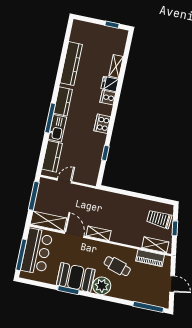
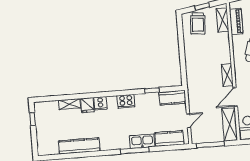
kitchen counter: (63, 101) -> (172, 98), moved, turned 180
door: (64, 181) -> (188, 121), swing flipped

